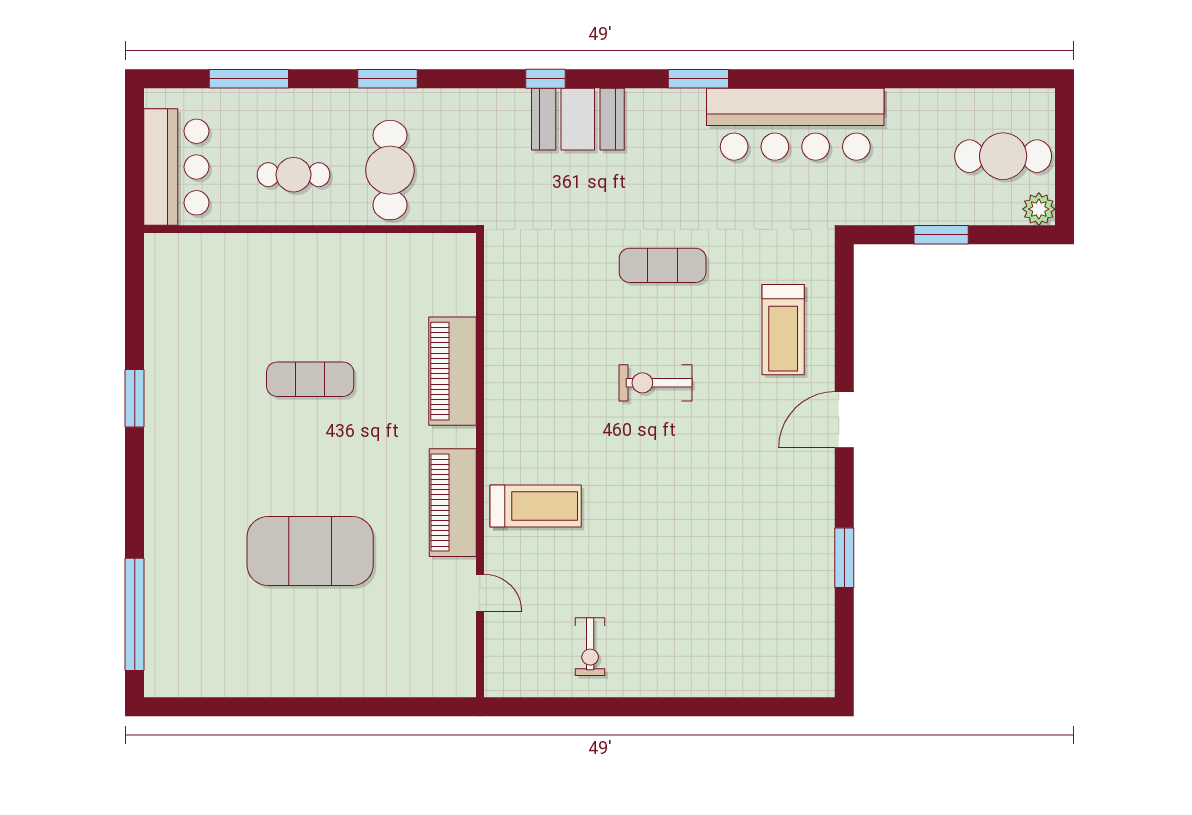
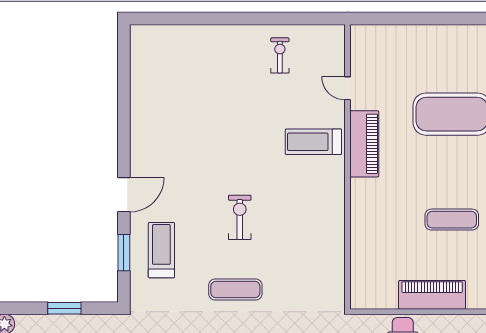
piano: (453, 371) -> (432, 295), moved, turned -90
exercise bike: (655, 383) -> (240, 217), turned -90
window: (844, 558) -> (124, 253), moved

